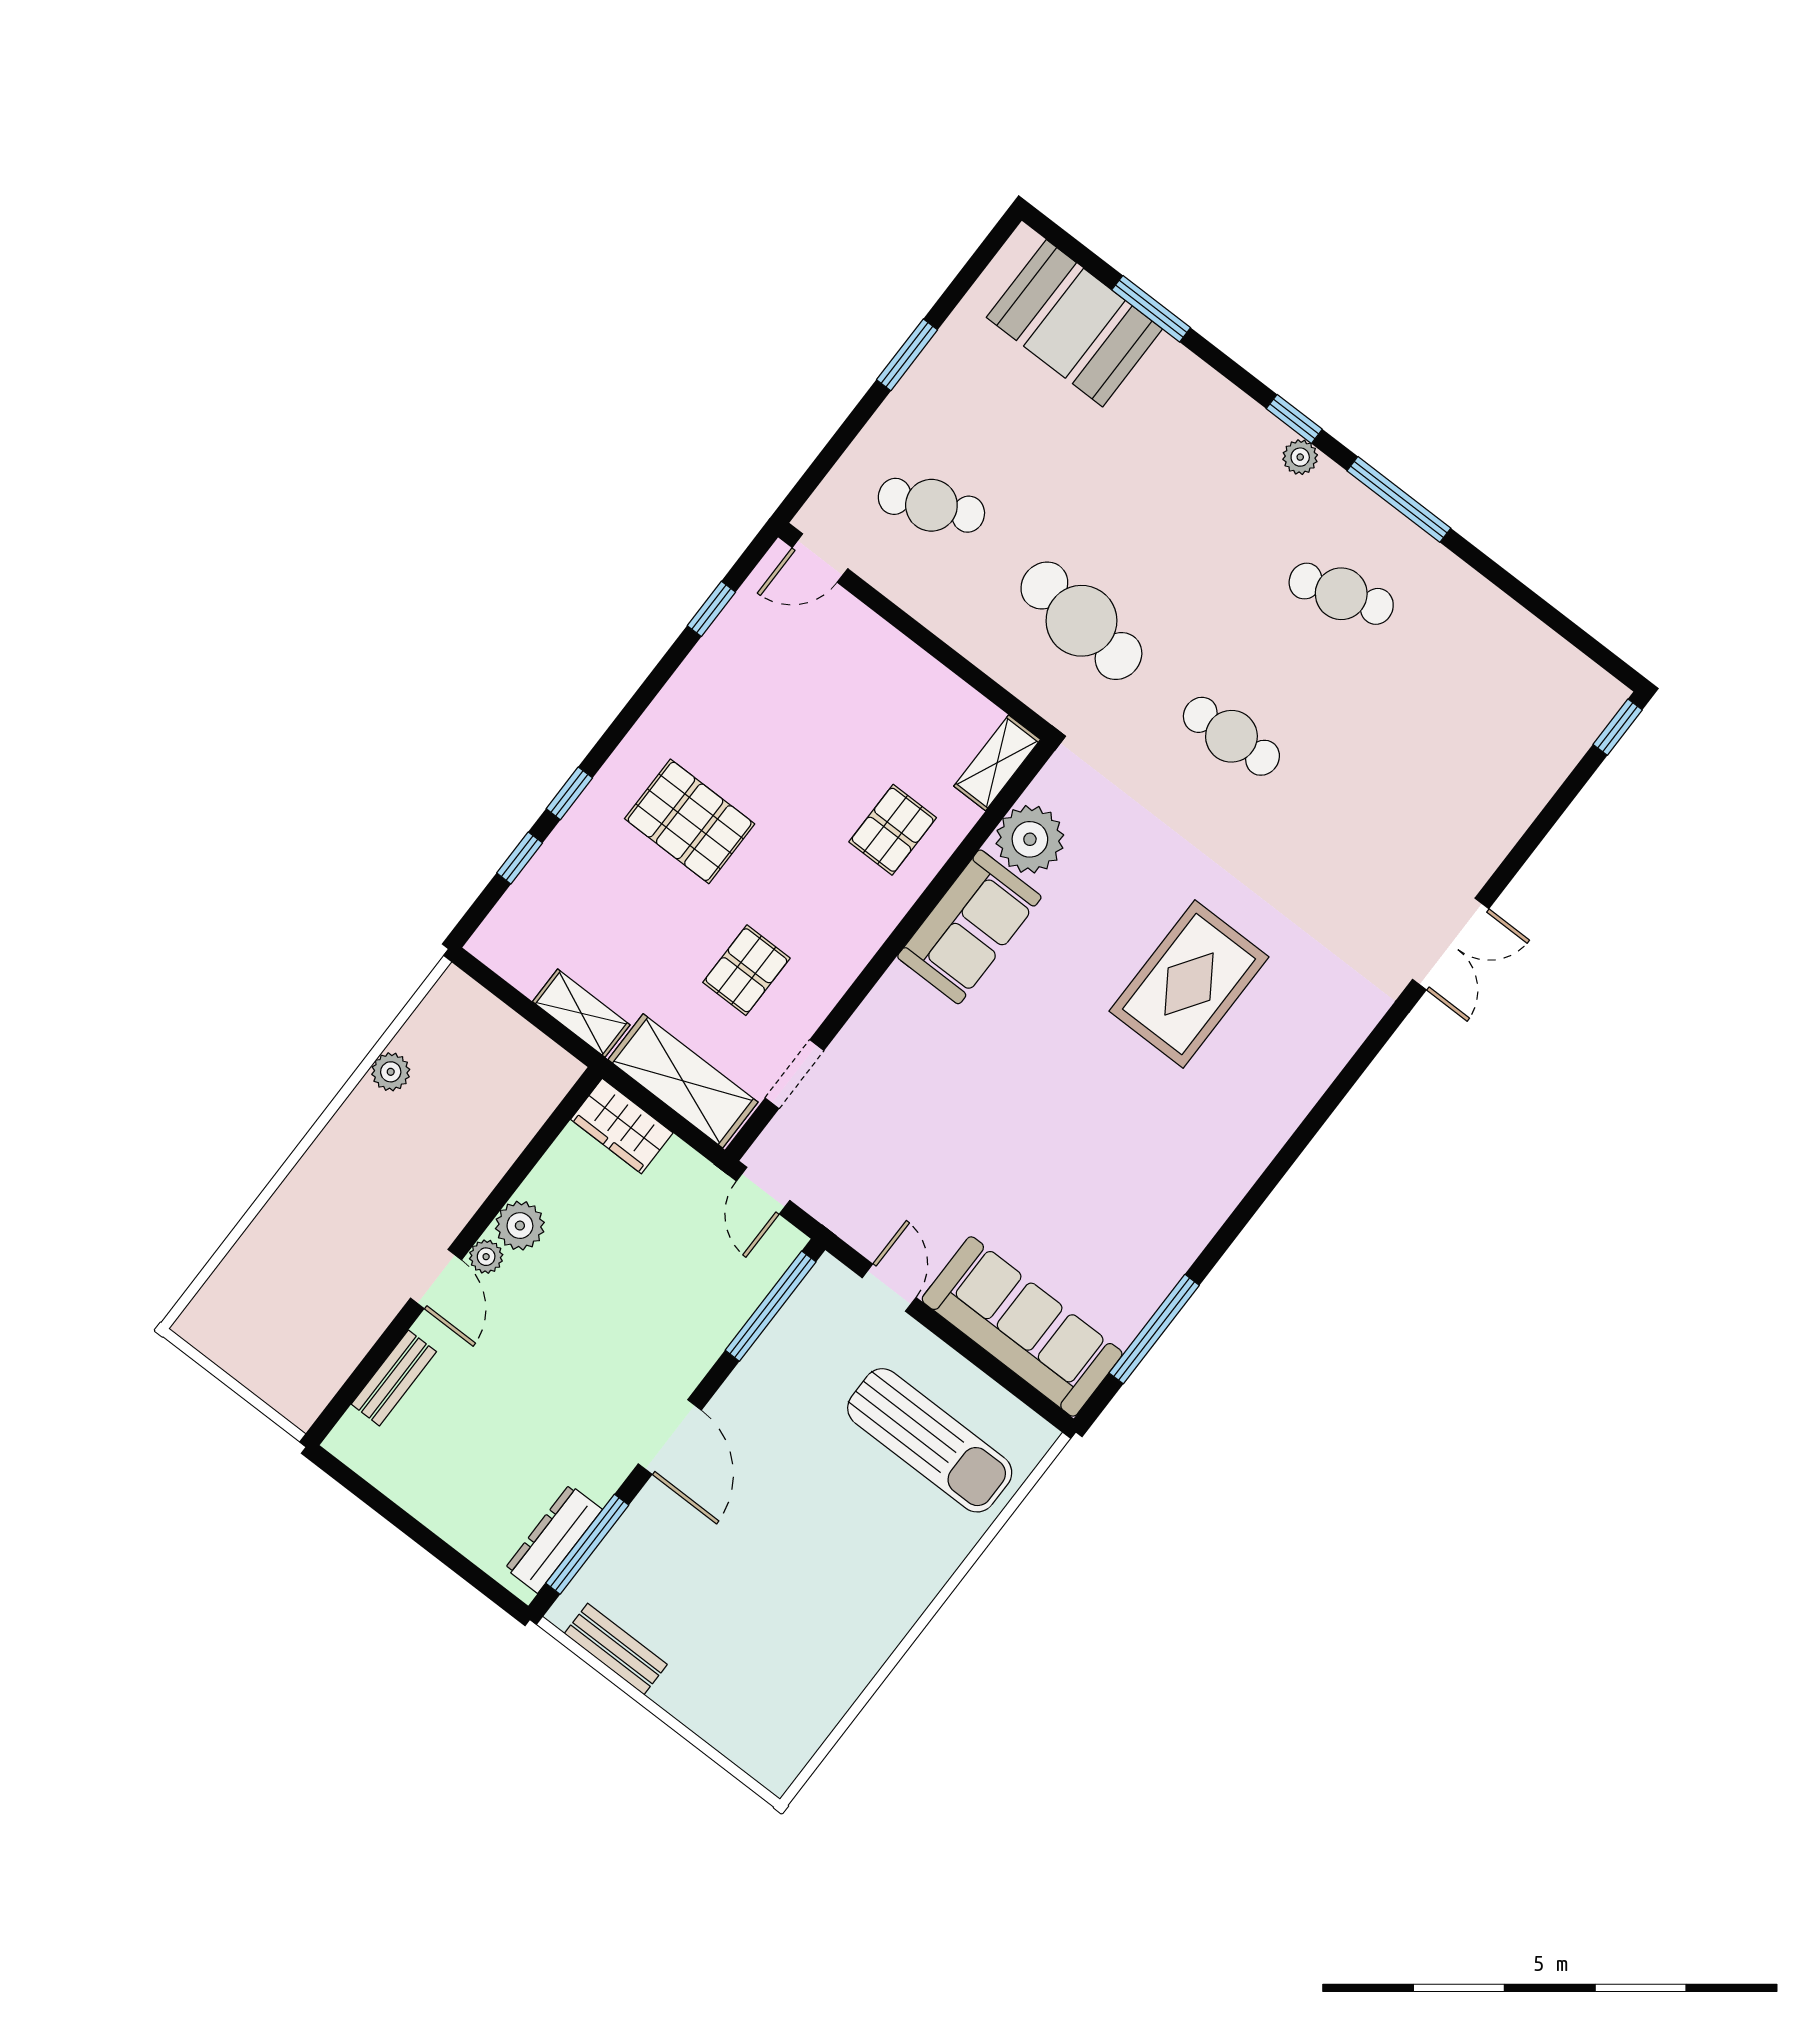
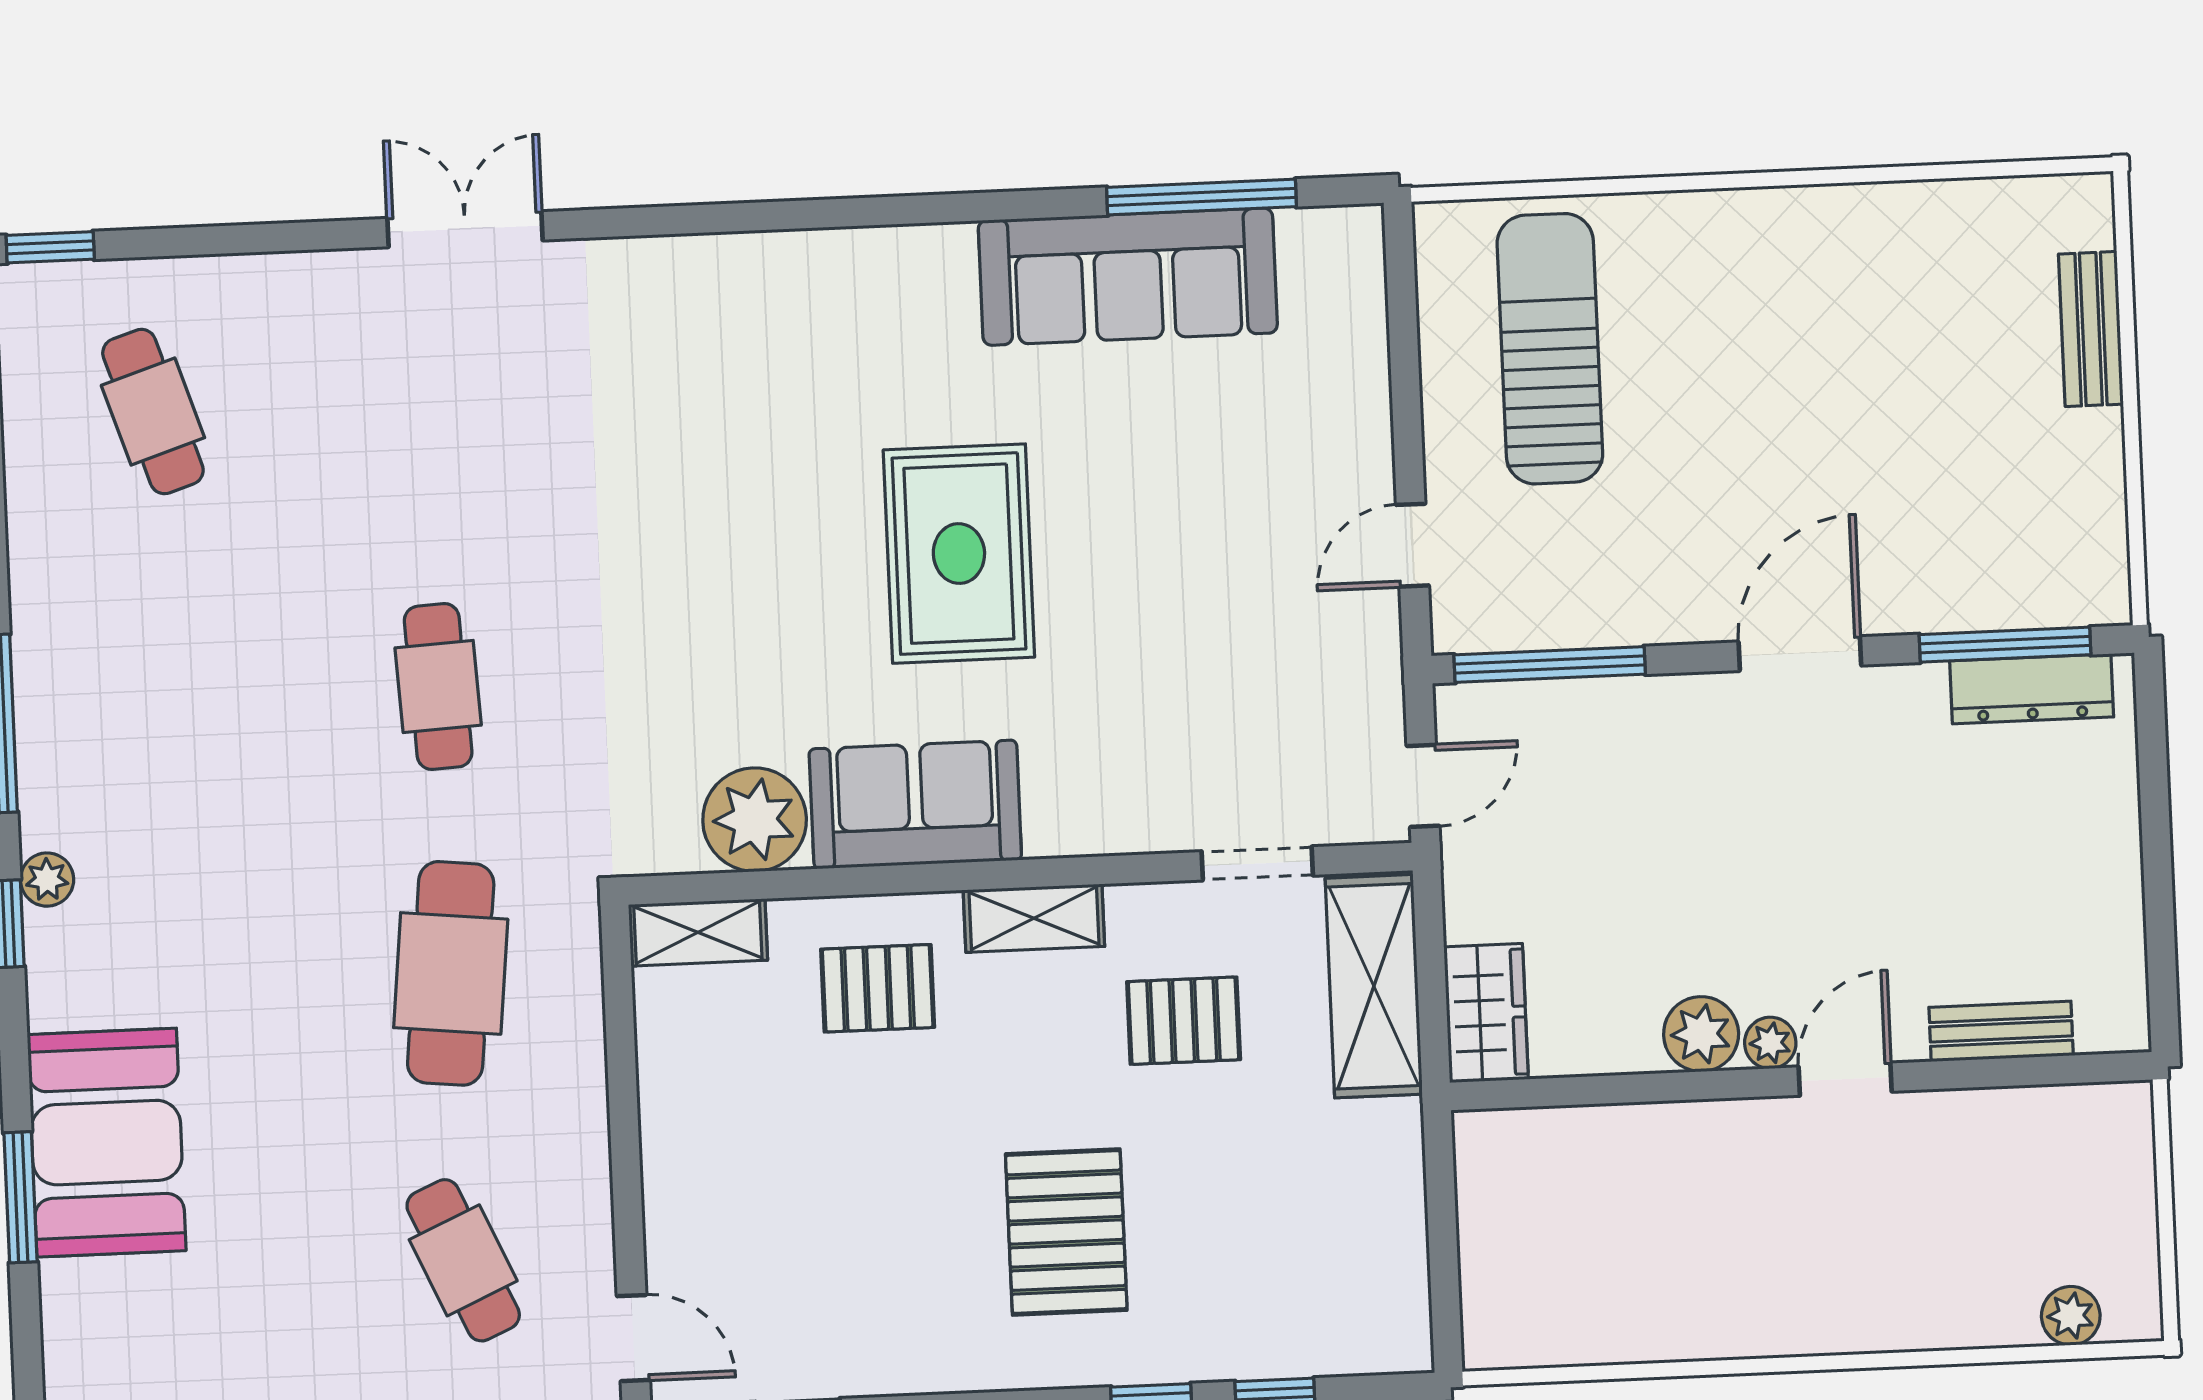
booth: (1074, 323) -> (107, 1143), moved
cafe table: (1341, 594) -> (153, 412), moved
rug: (1189, 984) -> (959, 554), moved, turned 90
shelving: (581, 1013) -> (1034, 918), moved, turned 90
plant: (391, 1072) -> (2071, 1316), moved
sofa: (1022, 1327) -> (1128, 277), moved, turned -90
bench: (616, 1649) -> (2091, 329), moved

